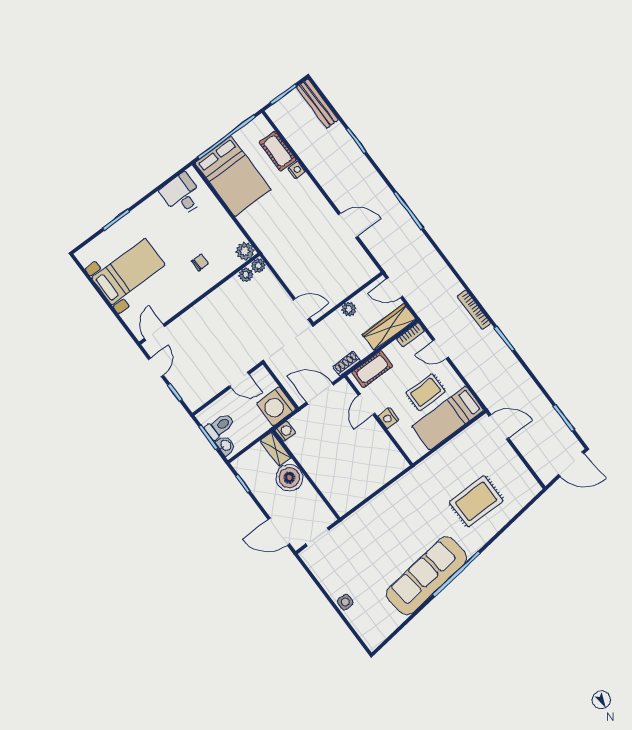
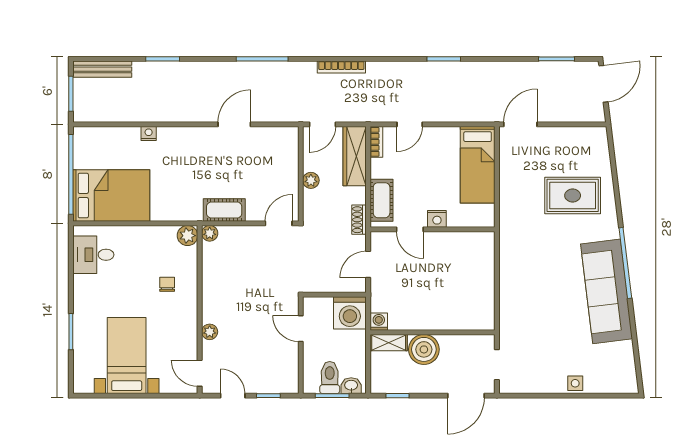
cot: (278, 151) -> (224, 210), moved
plant: (246, 275) -> (210, 332), moved
bookcase: (474, 310) -> (341, 67), moved
door: (239, 380) -> (301, 329), swing flipped
rug: (426, 392) -> (439, 167), removed
door: (320, 394) -> (368, 264), width x0.73
rug: (476, 501) -> (573, 195), turned 90

